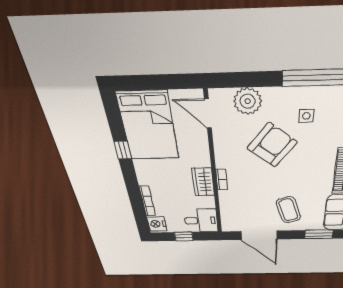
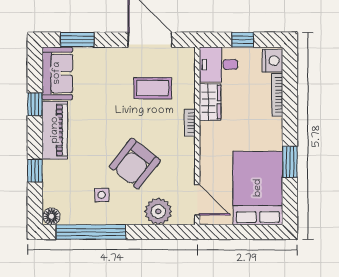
window: (123, 150) -> (290, 162), width x1.50
wardrobe: (203, 182) -> (210, 102), moved
coffee table: (288, 210) -> (153, 88), moved, turned -72

